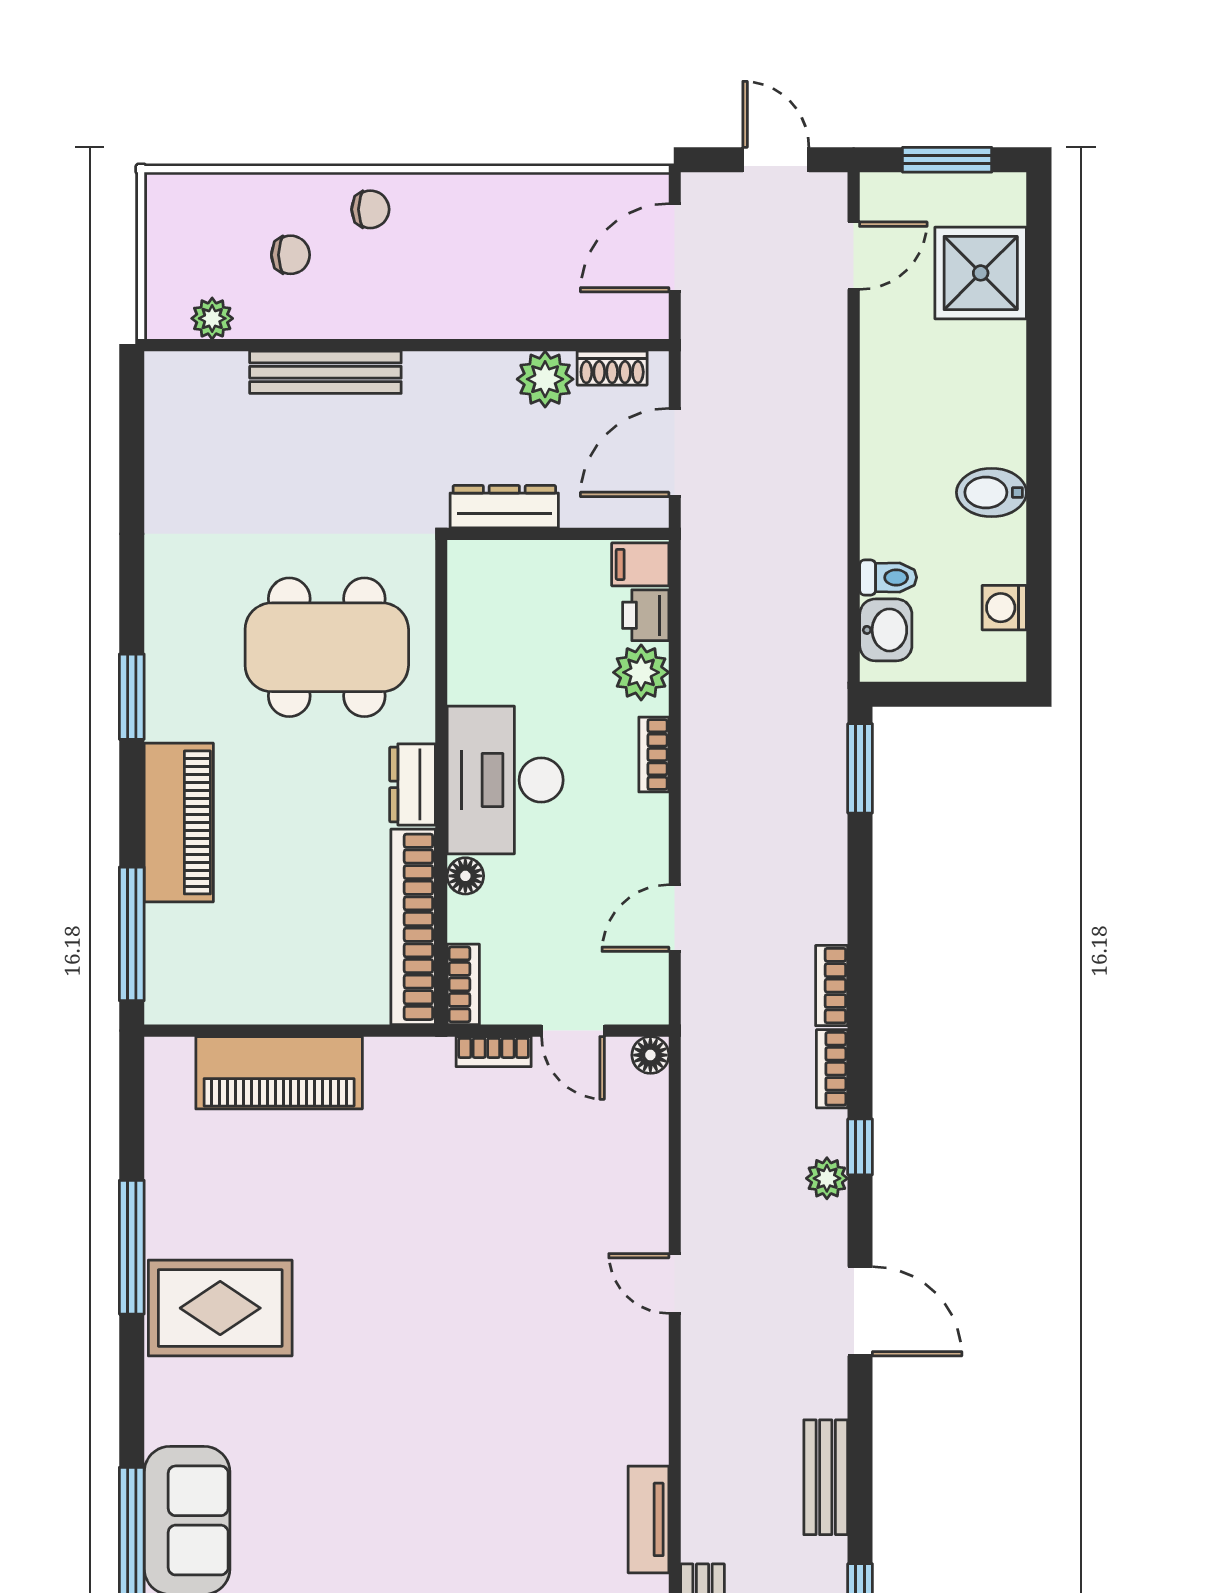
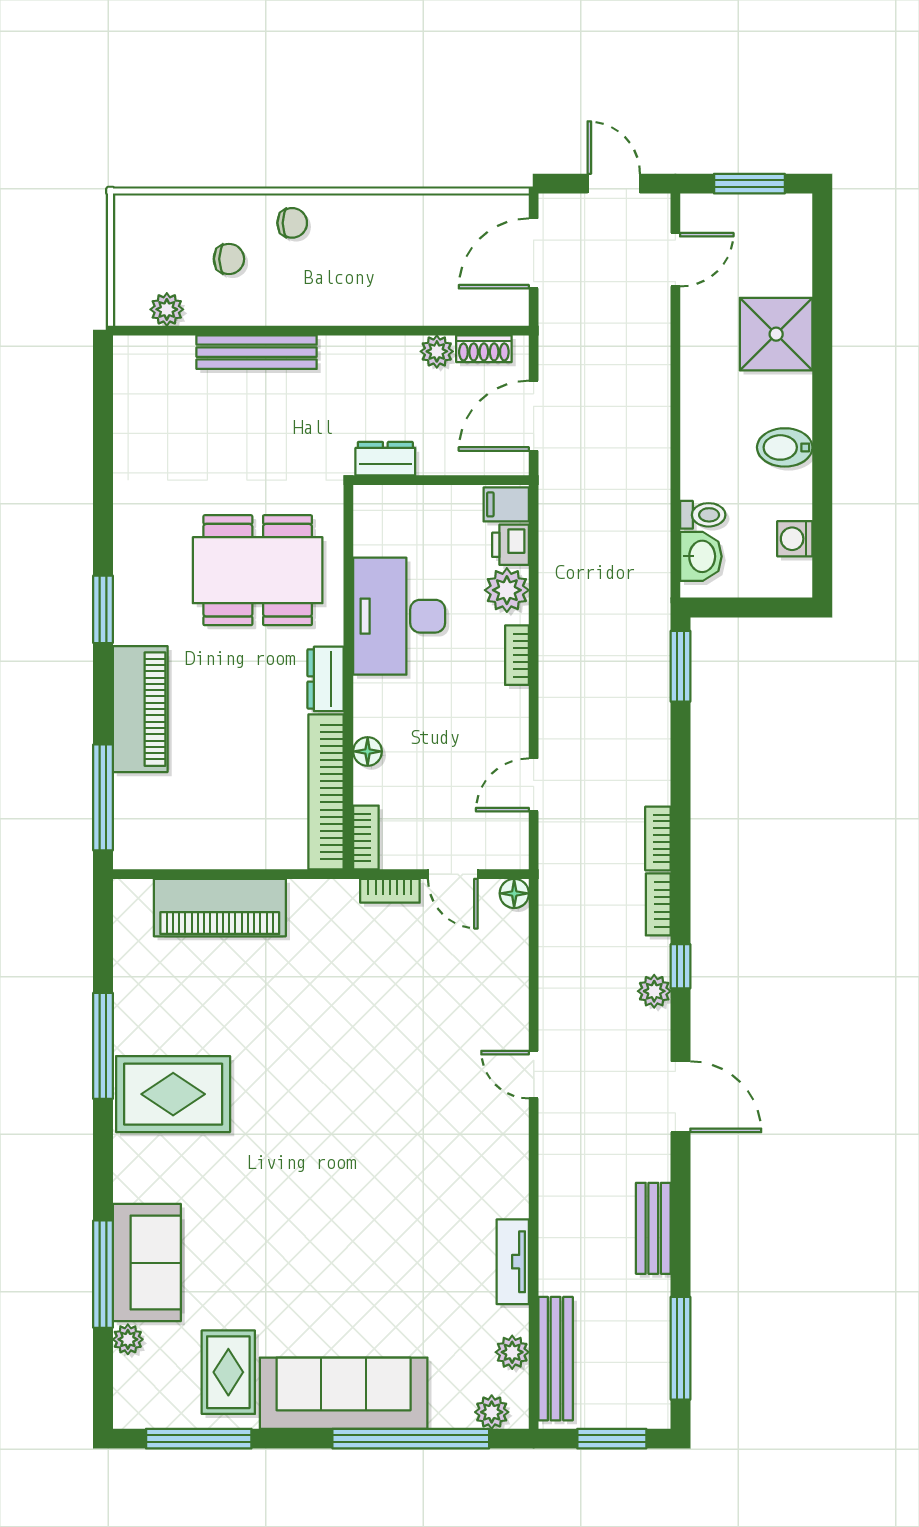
shower: (981, 273) -> (776, 334), moved
plant: (545, 379) -> (437, 351), width x0.73, depth x0.73
dresser: (504, 507) -> (385, 459), width x0.70
desk: (505, 780) -> (399, 616), moved

